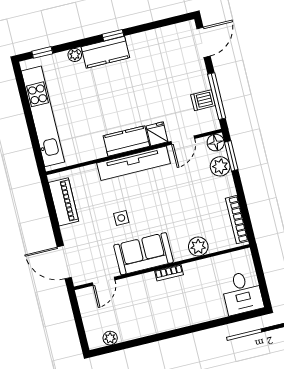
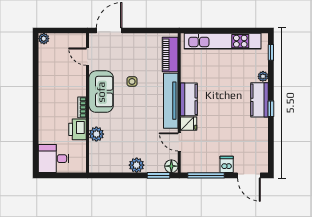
dishwasher: (203, 100) -> (227, 164), moved
plant: (220, 166) -> (137, 165), moved
piano: (64, 202) -> (170, 55), moved, turned 90
bookcase: (237, 220) -> (110, 168), removed
printer: (198, 272) -> (78, 129), added
plant: (110, 338) -> (44, 39), moved

